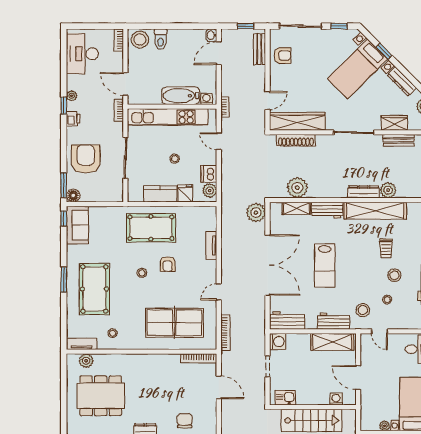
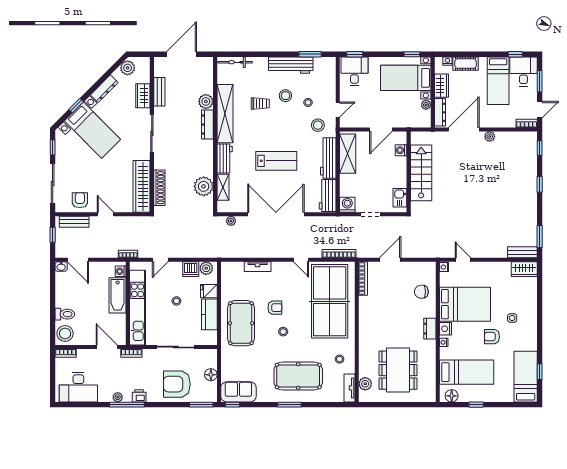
door: (125, 84) -> (107, 347), swing flipped
door: (267, 100) -> (106, 214), moved
window: (64, 106) -> (127, 405), width x2.17
floor lamp: (73, 195) -> (211, 375), moved
plant: (256, 213) -> (231, 221), width x0.53, depth x0.53
workbench: (334, 321) -> (328, 158), width x1.38
table tennis table: (174, 323) -> (330, 301), width x1.36, depth x1.32

